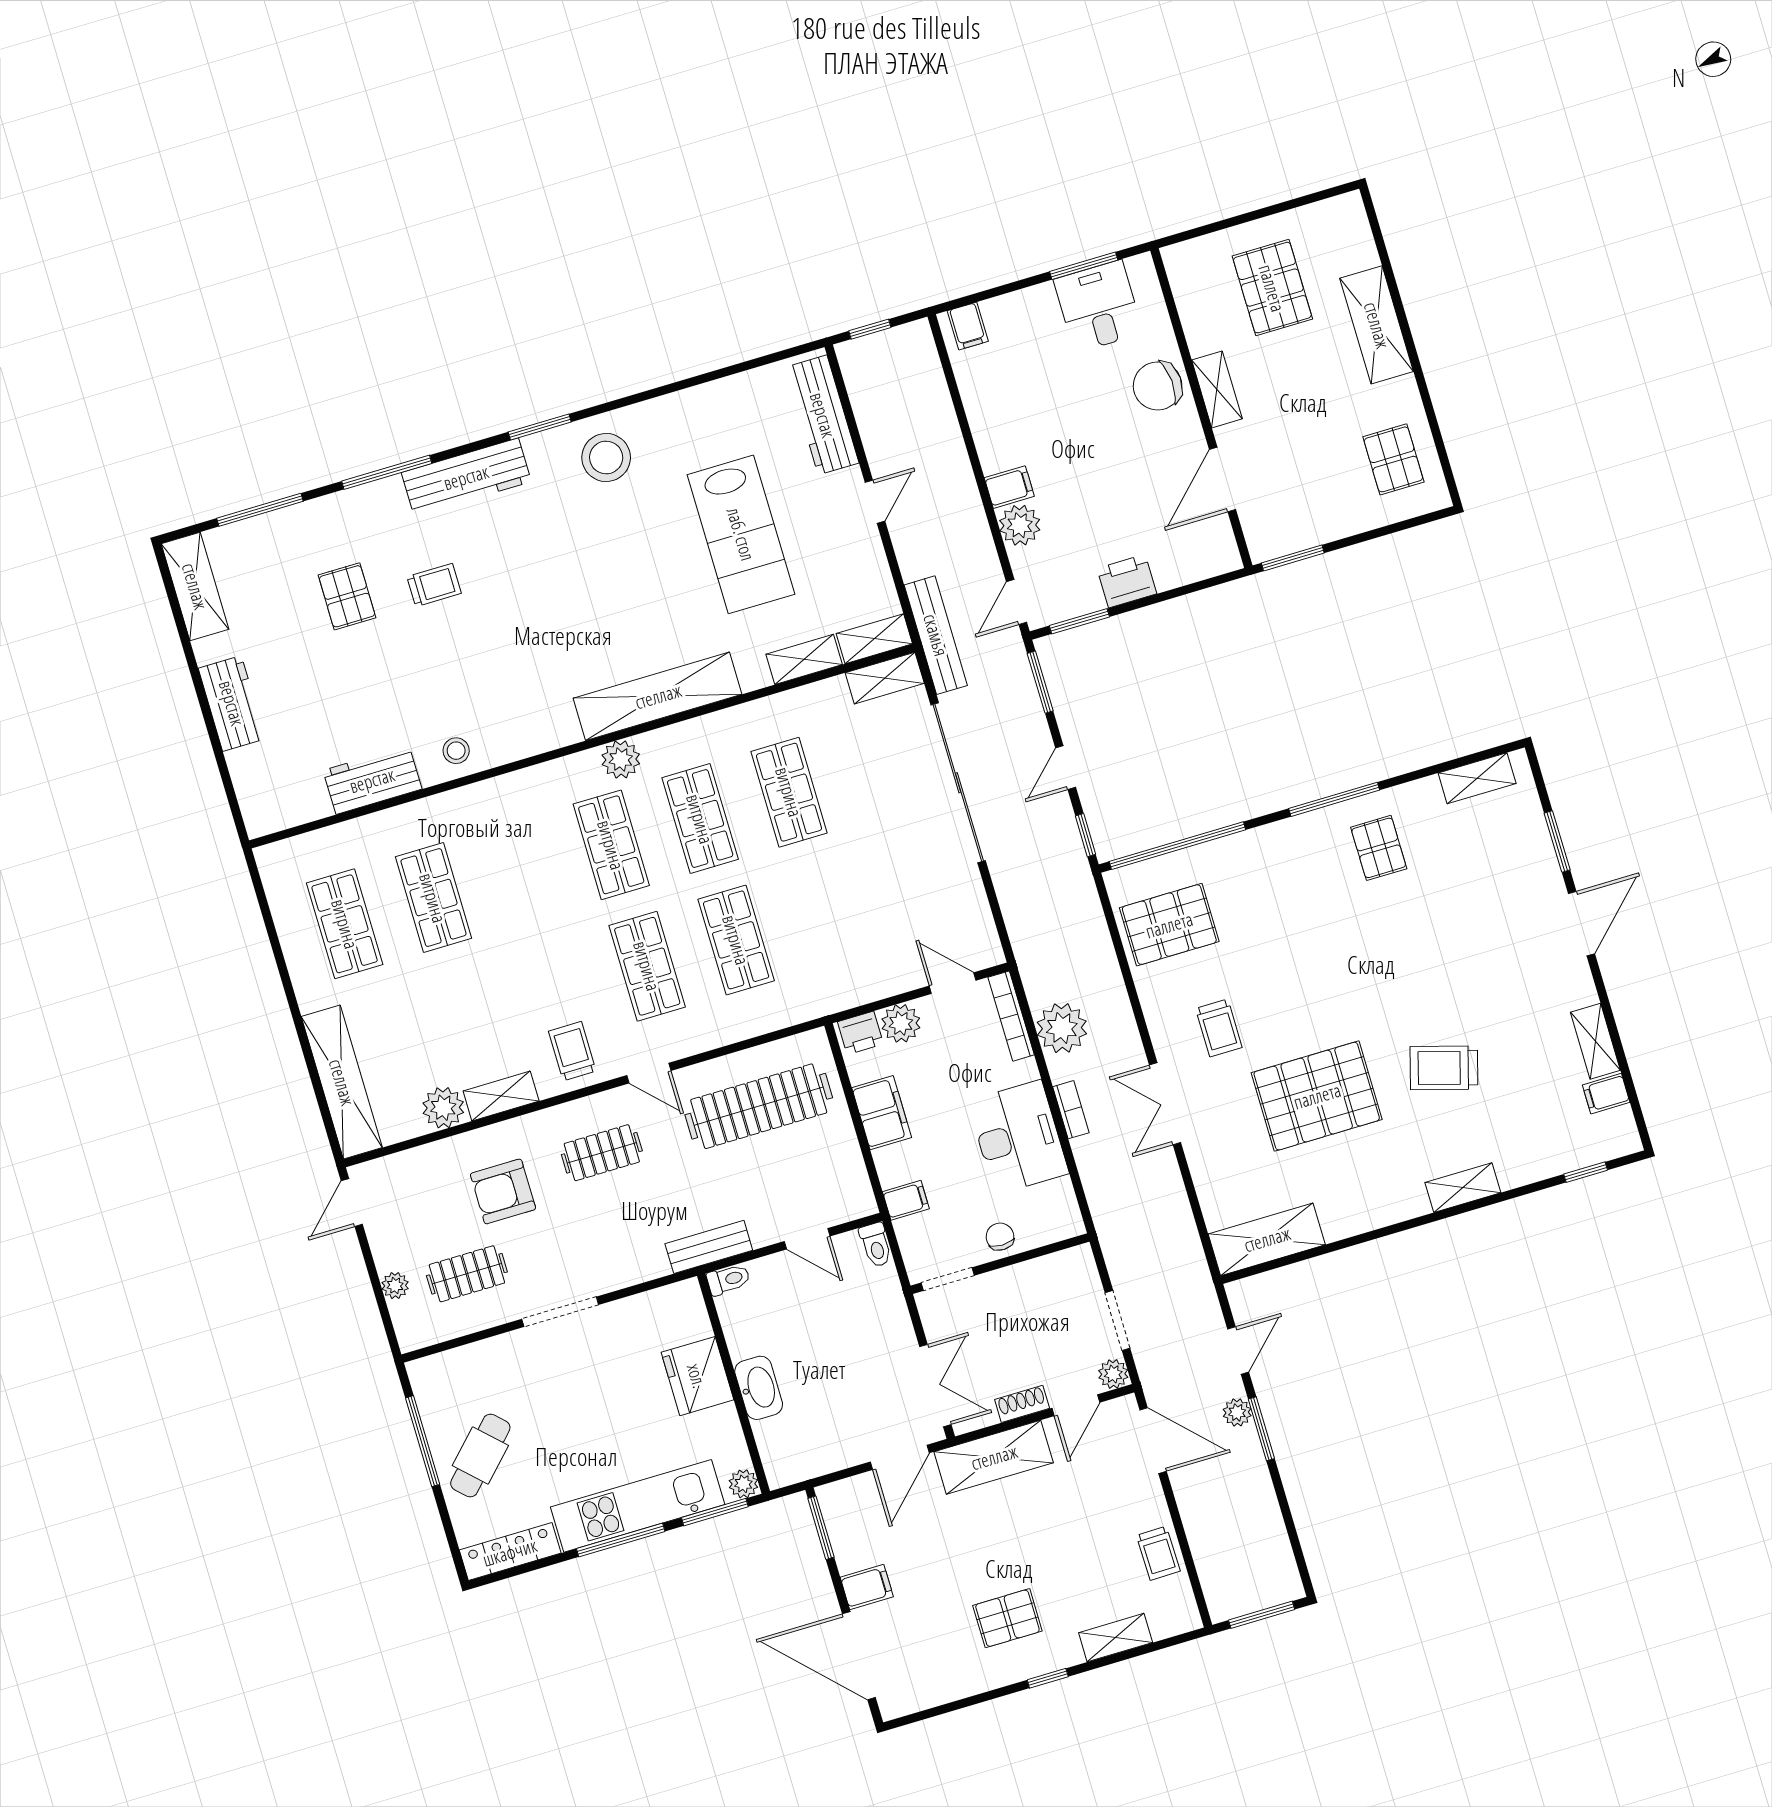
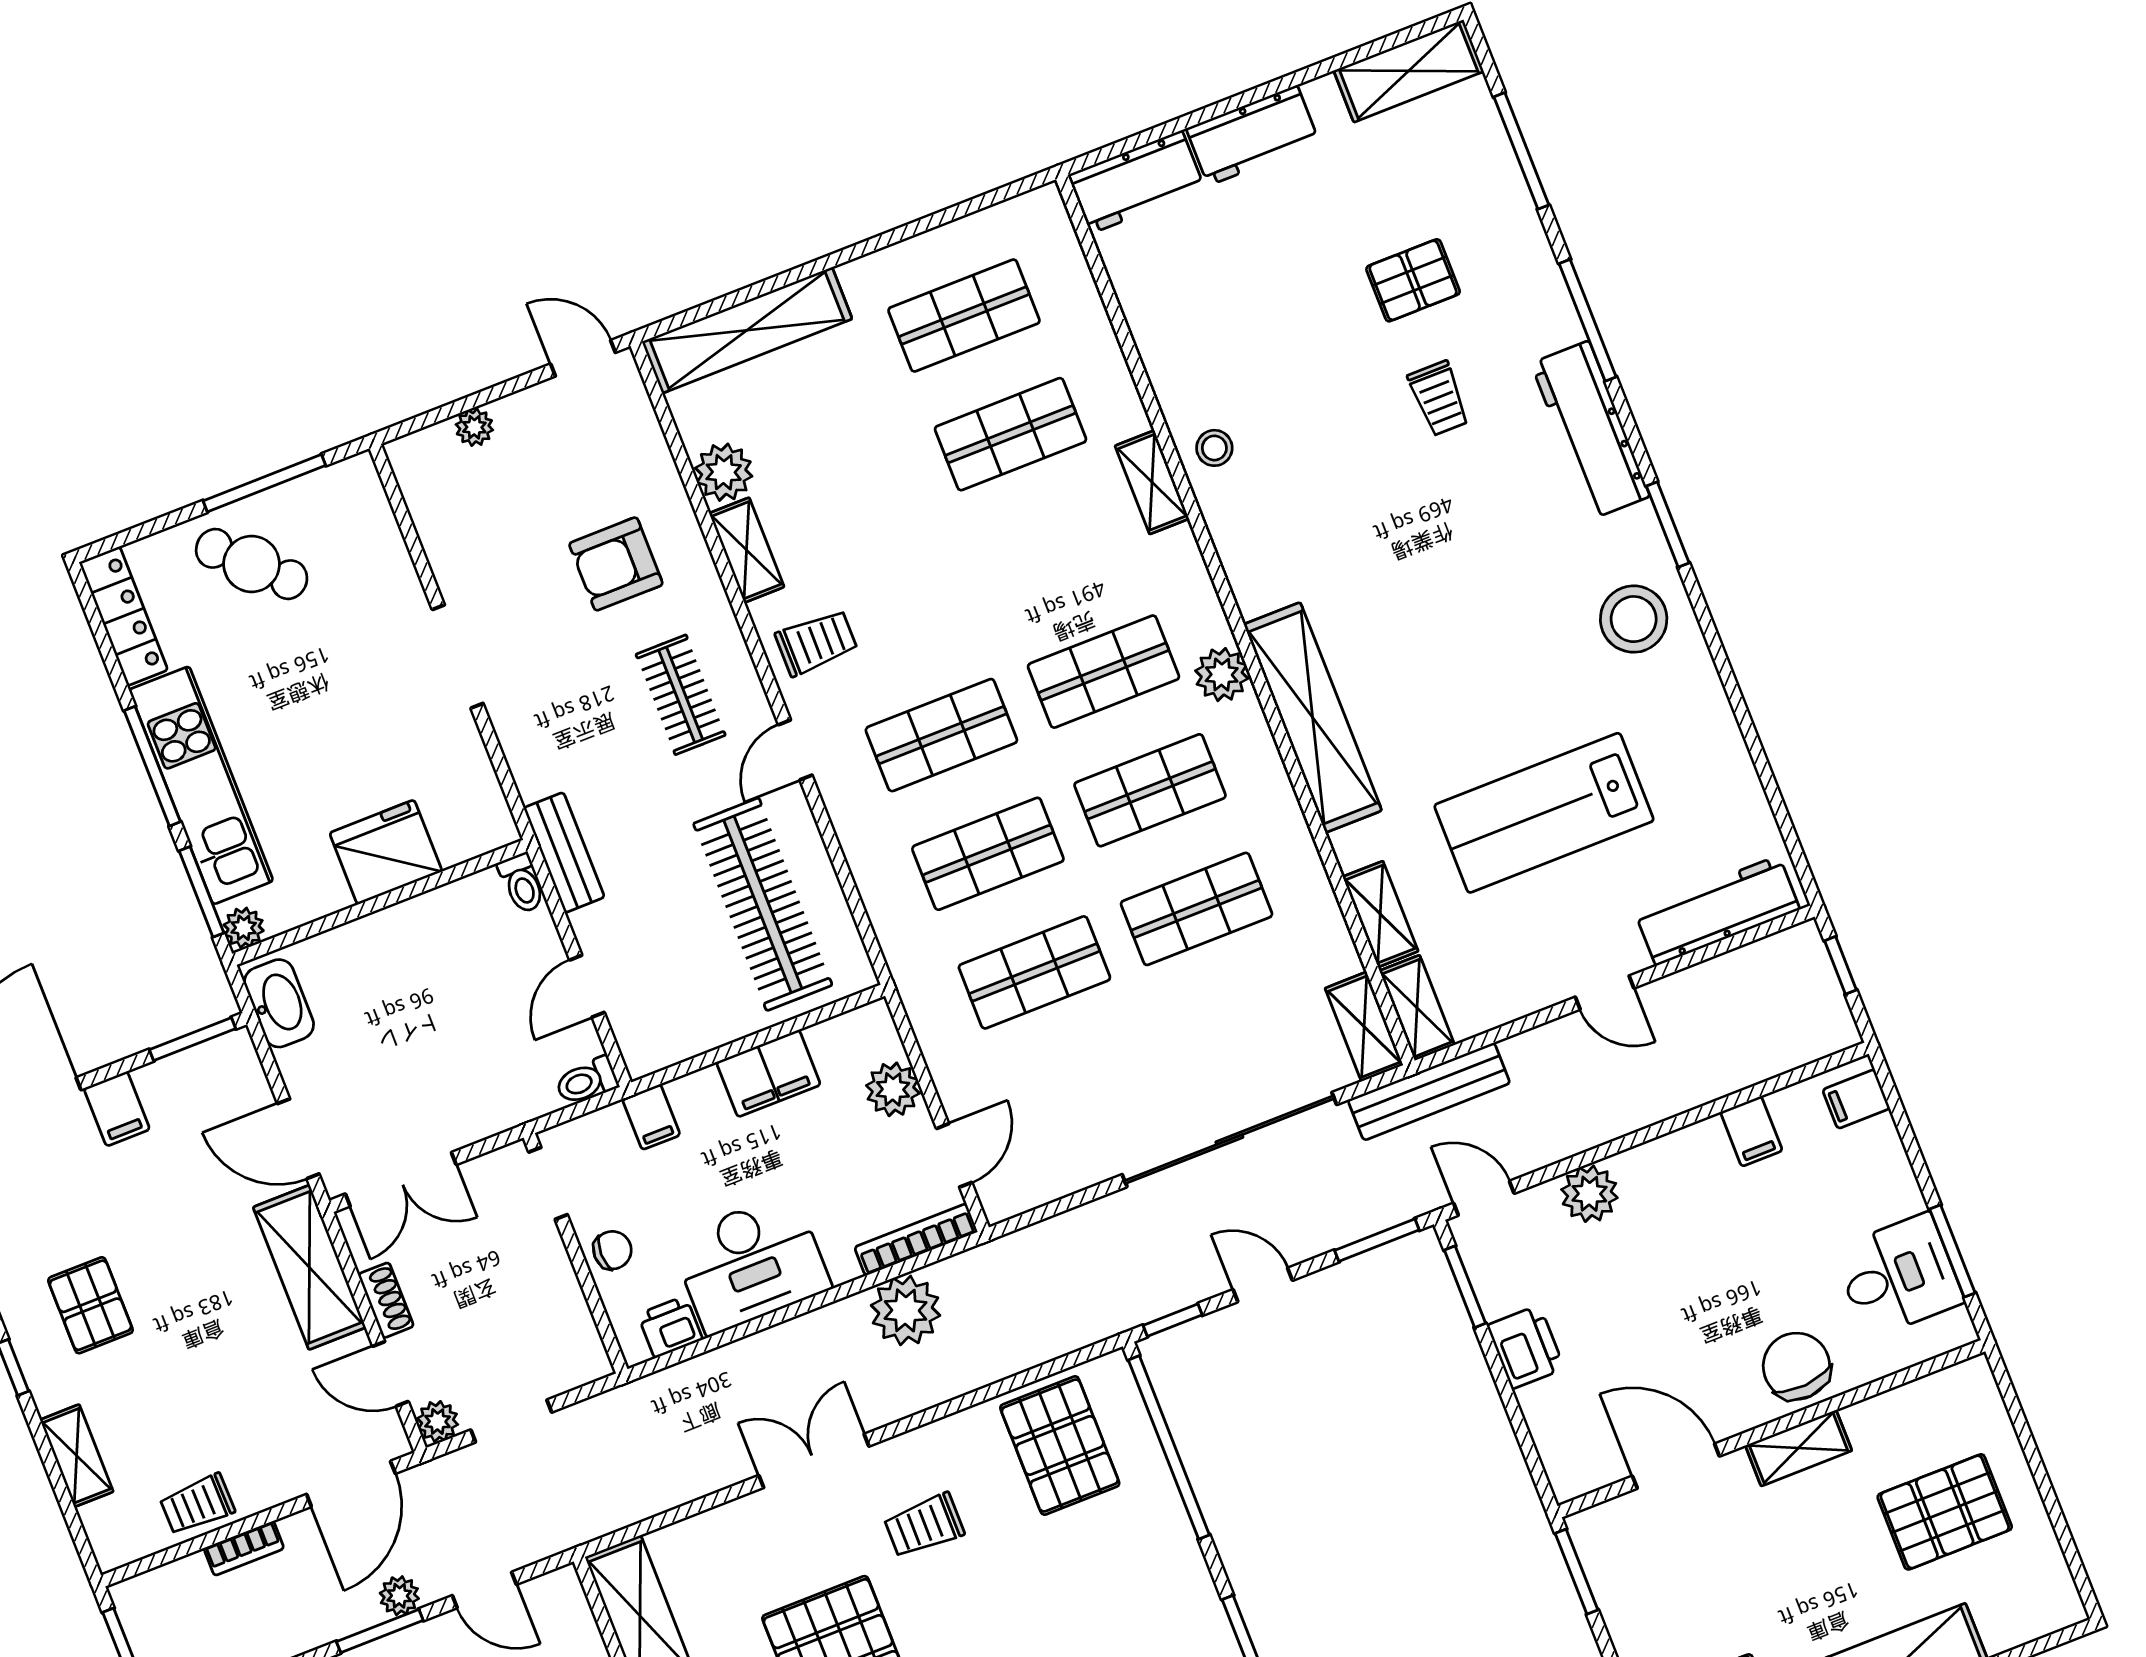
filing cabinet: (1009, 487) -> (1751, 1131), moved
workbench: (372, 780) -> (1136, 182), moved, turned 90
shelving: (477, 798) -> (1152, 482), added
shop shelf: (825, 914) -> (1034, 972), added
printer: (860, 1033) -> (670, 1327), moved, turned 90
bookcase: (1071, 1110) -> (244, 1548), moved
armchair: (503, 1191) -> (616, 564), turned -90
clothes rail: (467, 1274) -> (499, 524), removed
washbasin: (759, 1388) -> (279, 1003), moved, turned -90

